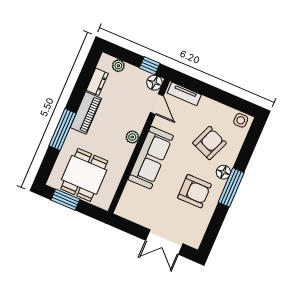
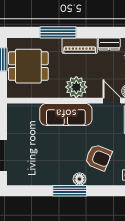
door: (157, 104) -> (112, 101), swing flipped
plant: (132, 137) -> (76, 87), width x1.88, depth x1.88
armchair: (194, 191) -> (54, 162), removed

